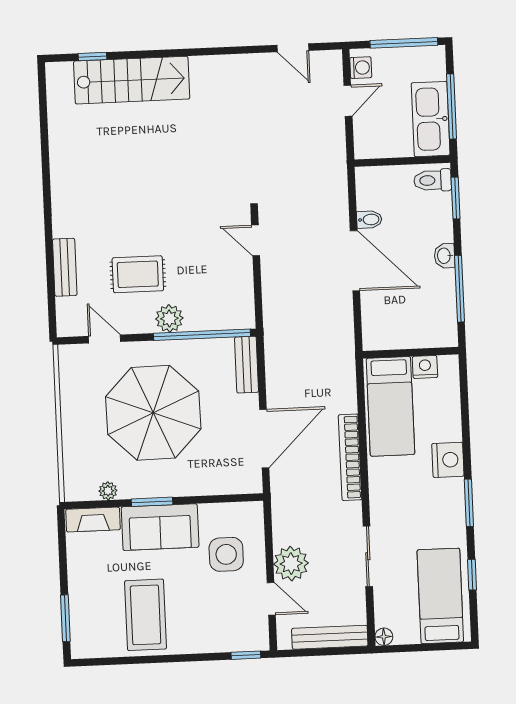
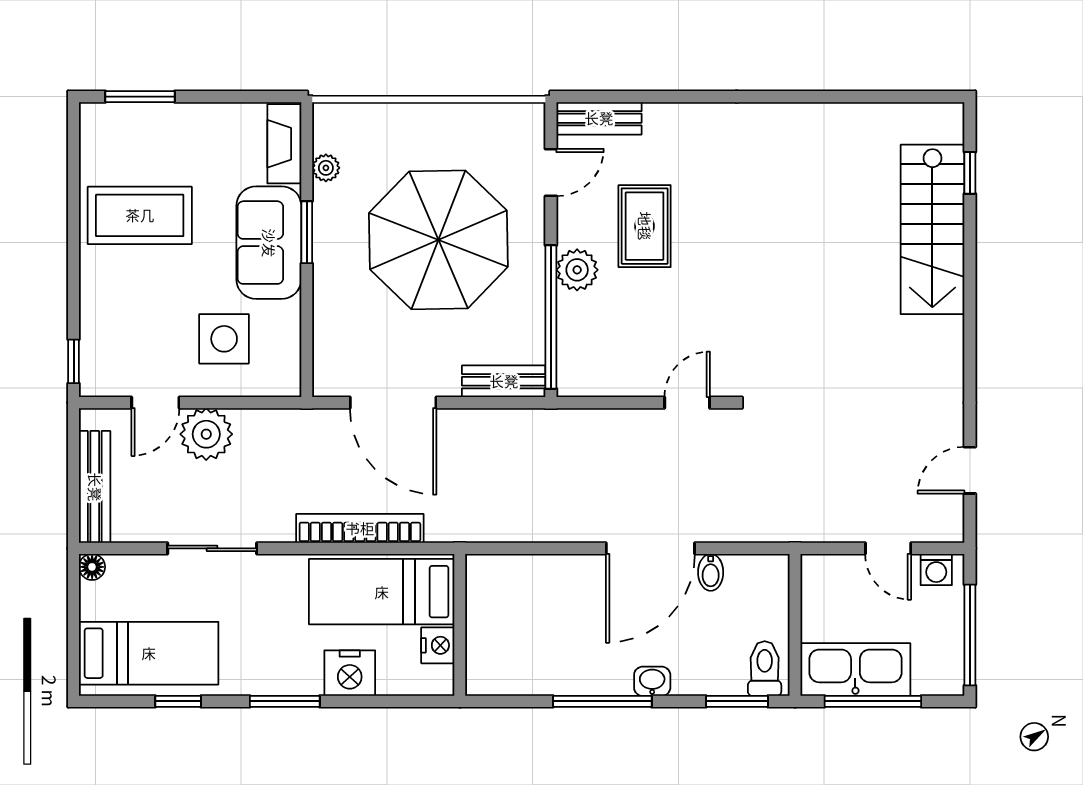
bench: (65, 267) -> (599, 118), moved
wall: (411, 353) -> (460, 625), moved
nightstand: (425, 367) -> (438, 645), moved
bed: (390, 406) -> (382, 592), moved

